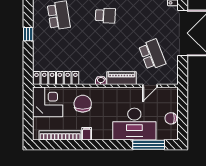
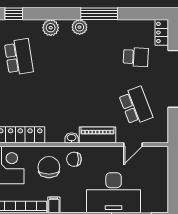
school desk: (105, 16) -> (136, 57), moved
chair: (171, 118) -> (74, 159), moved

